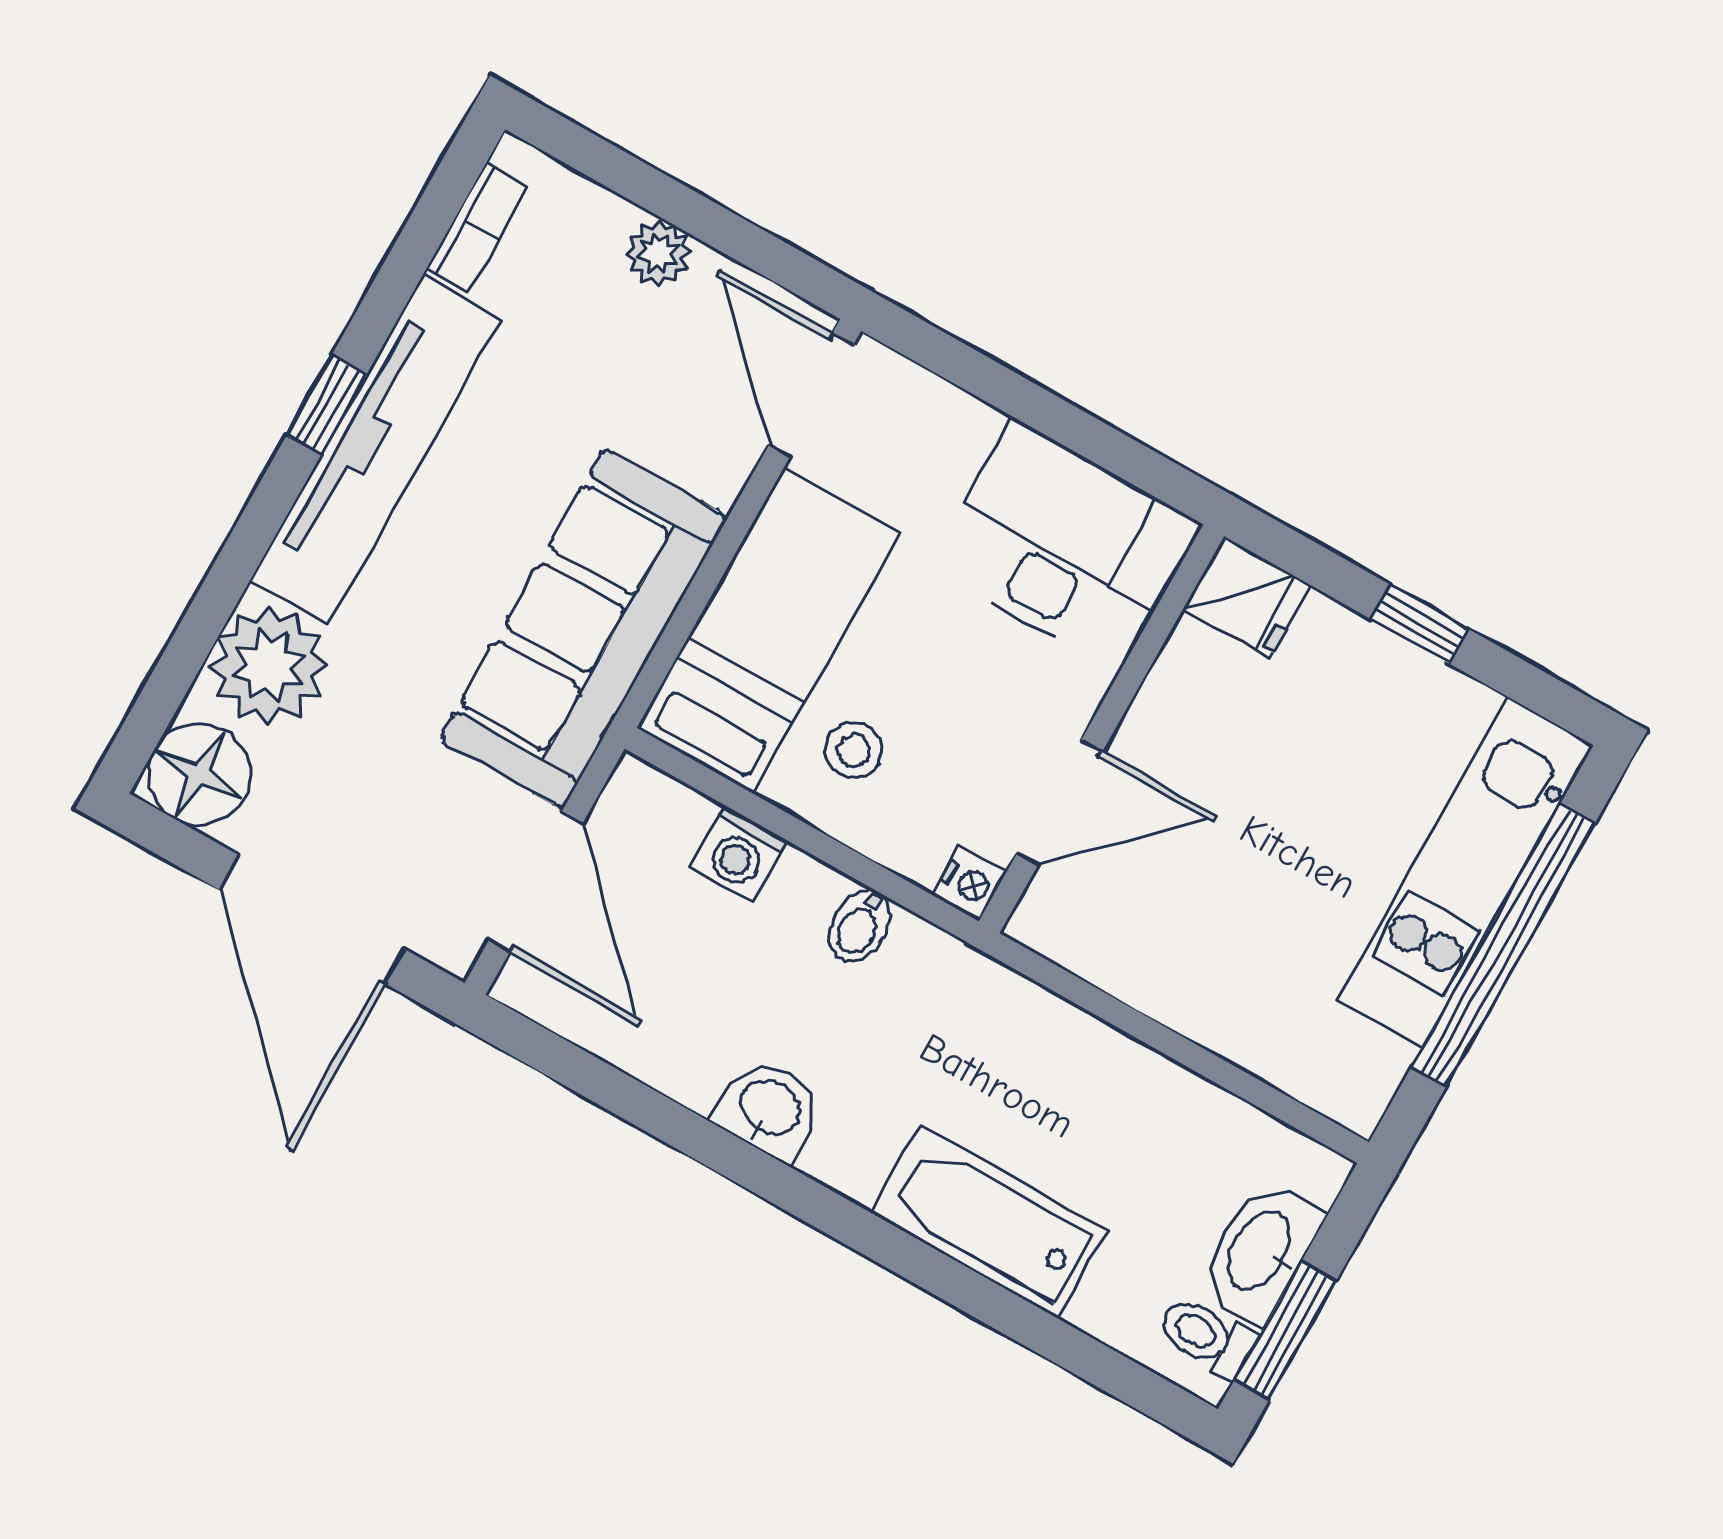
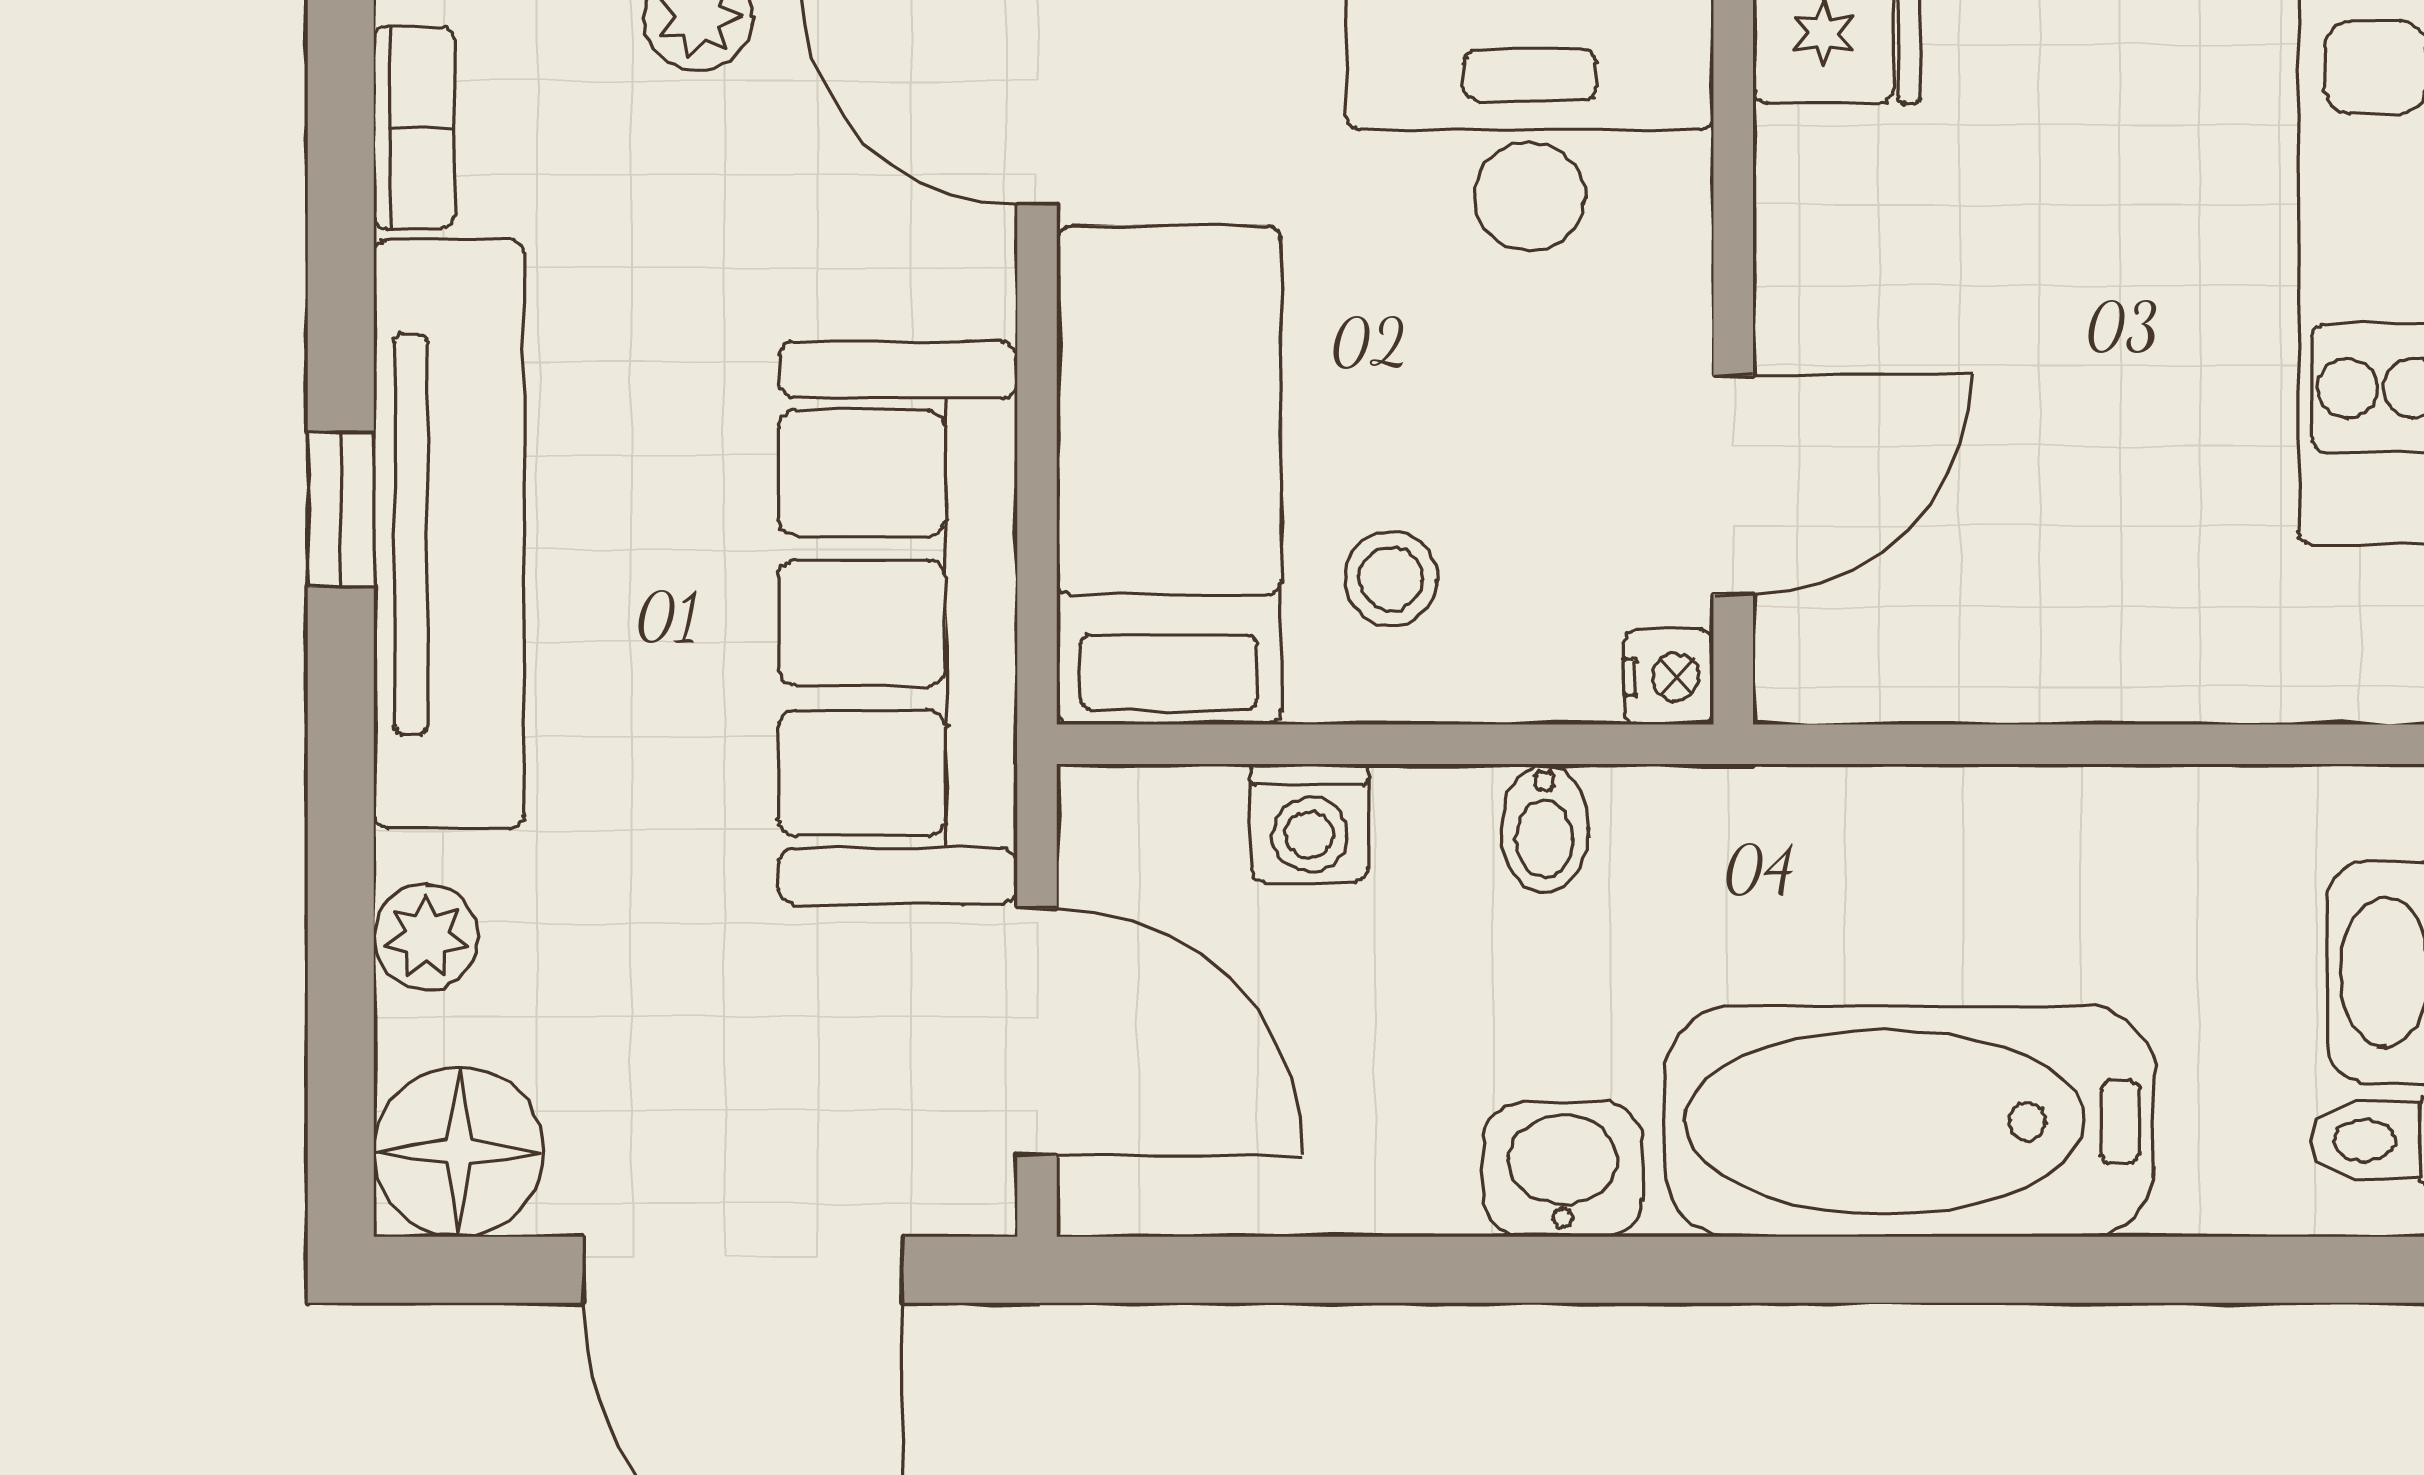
plant: (269, 666) -> (426, 937), width x0.53, depth x0.53
bathtub: (989, 1222) -> (1910, 1121), width x1.36, depth x1.36

